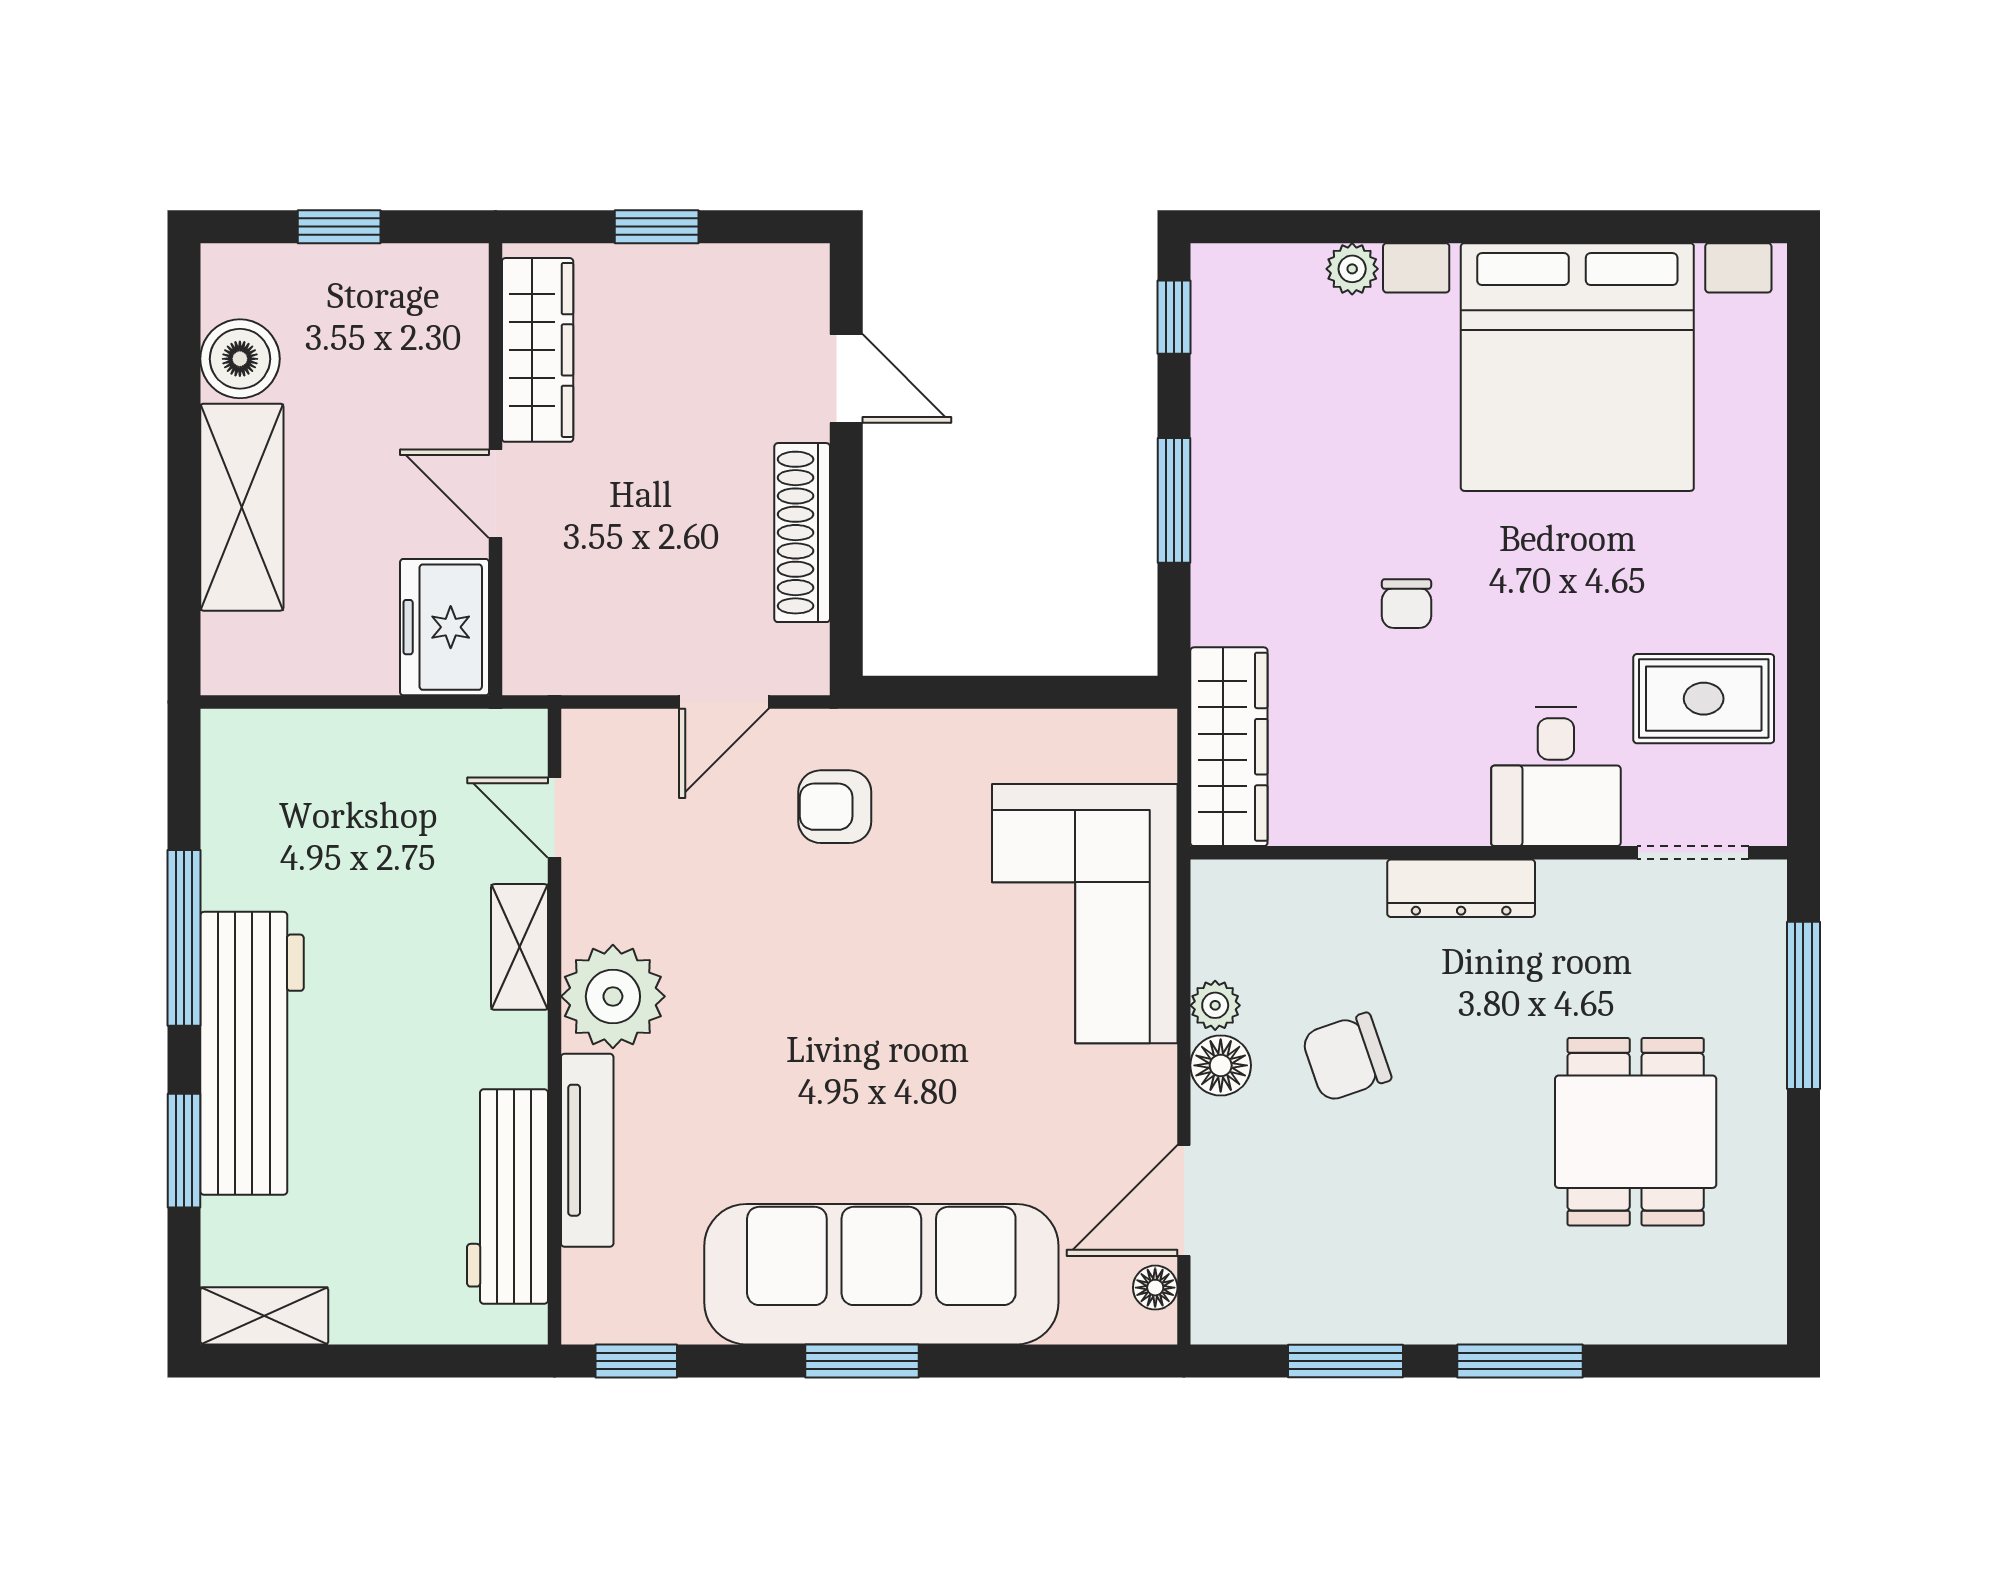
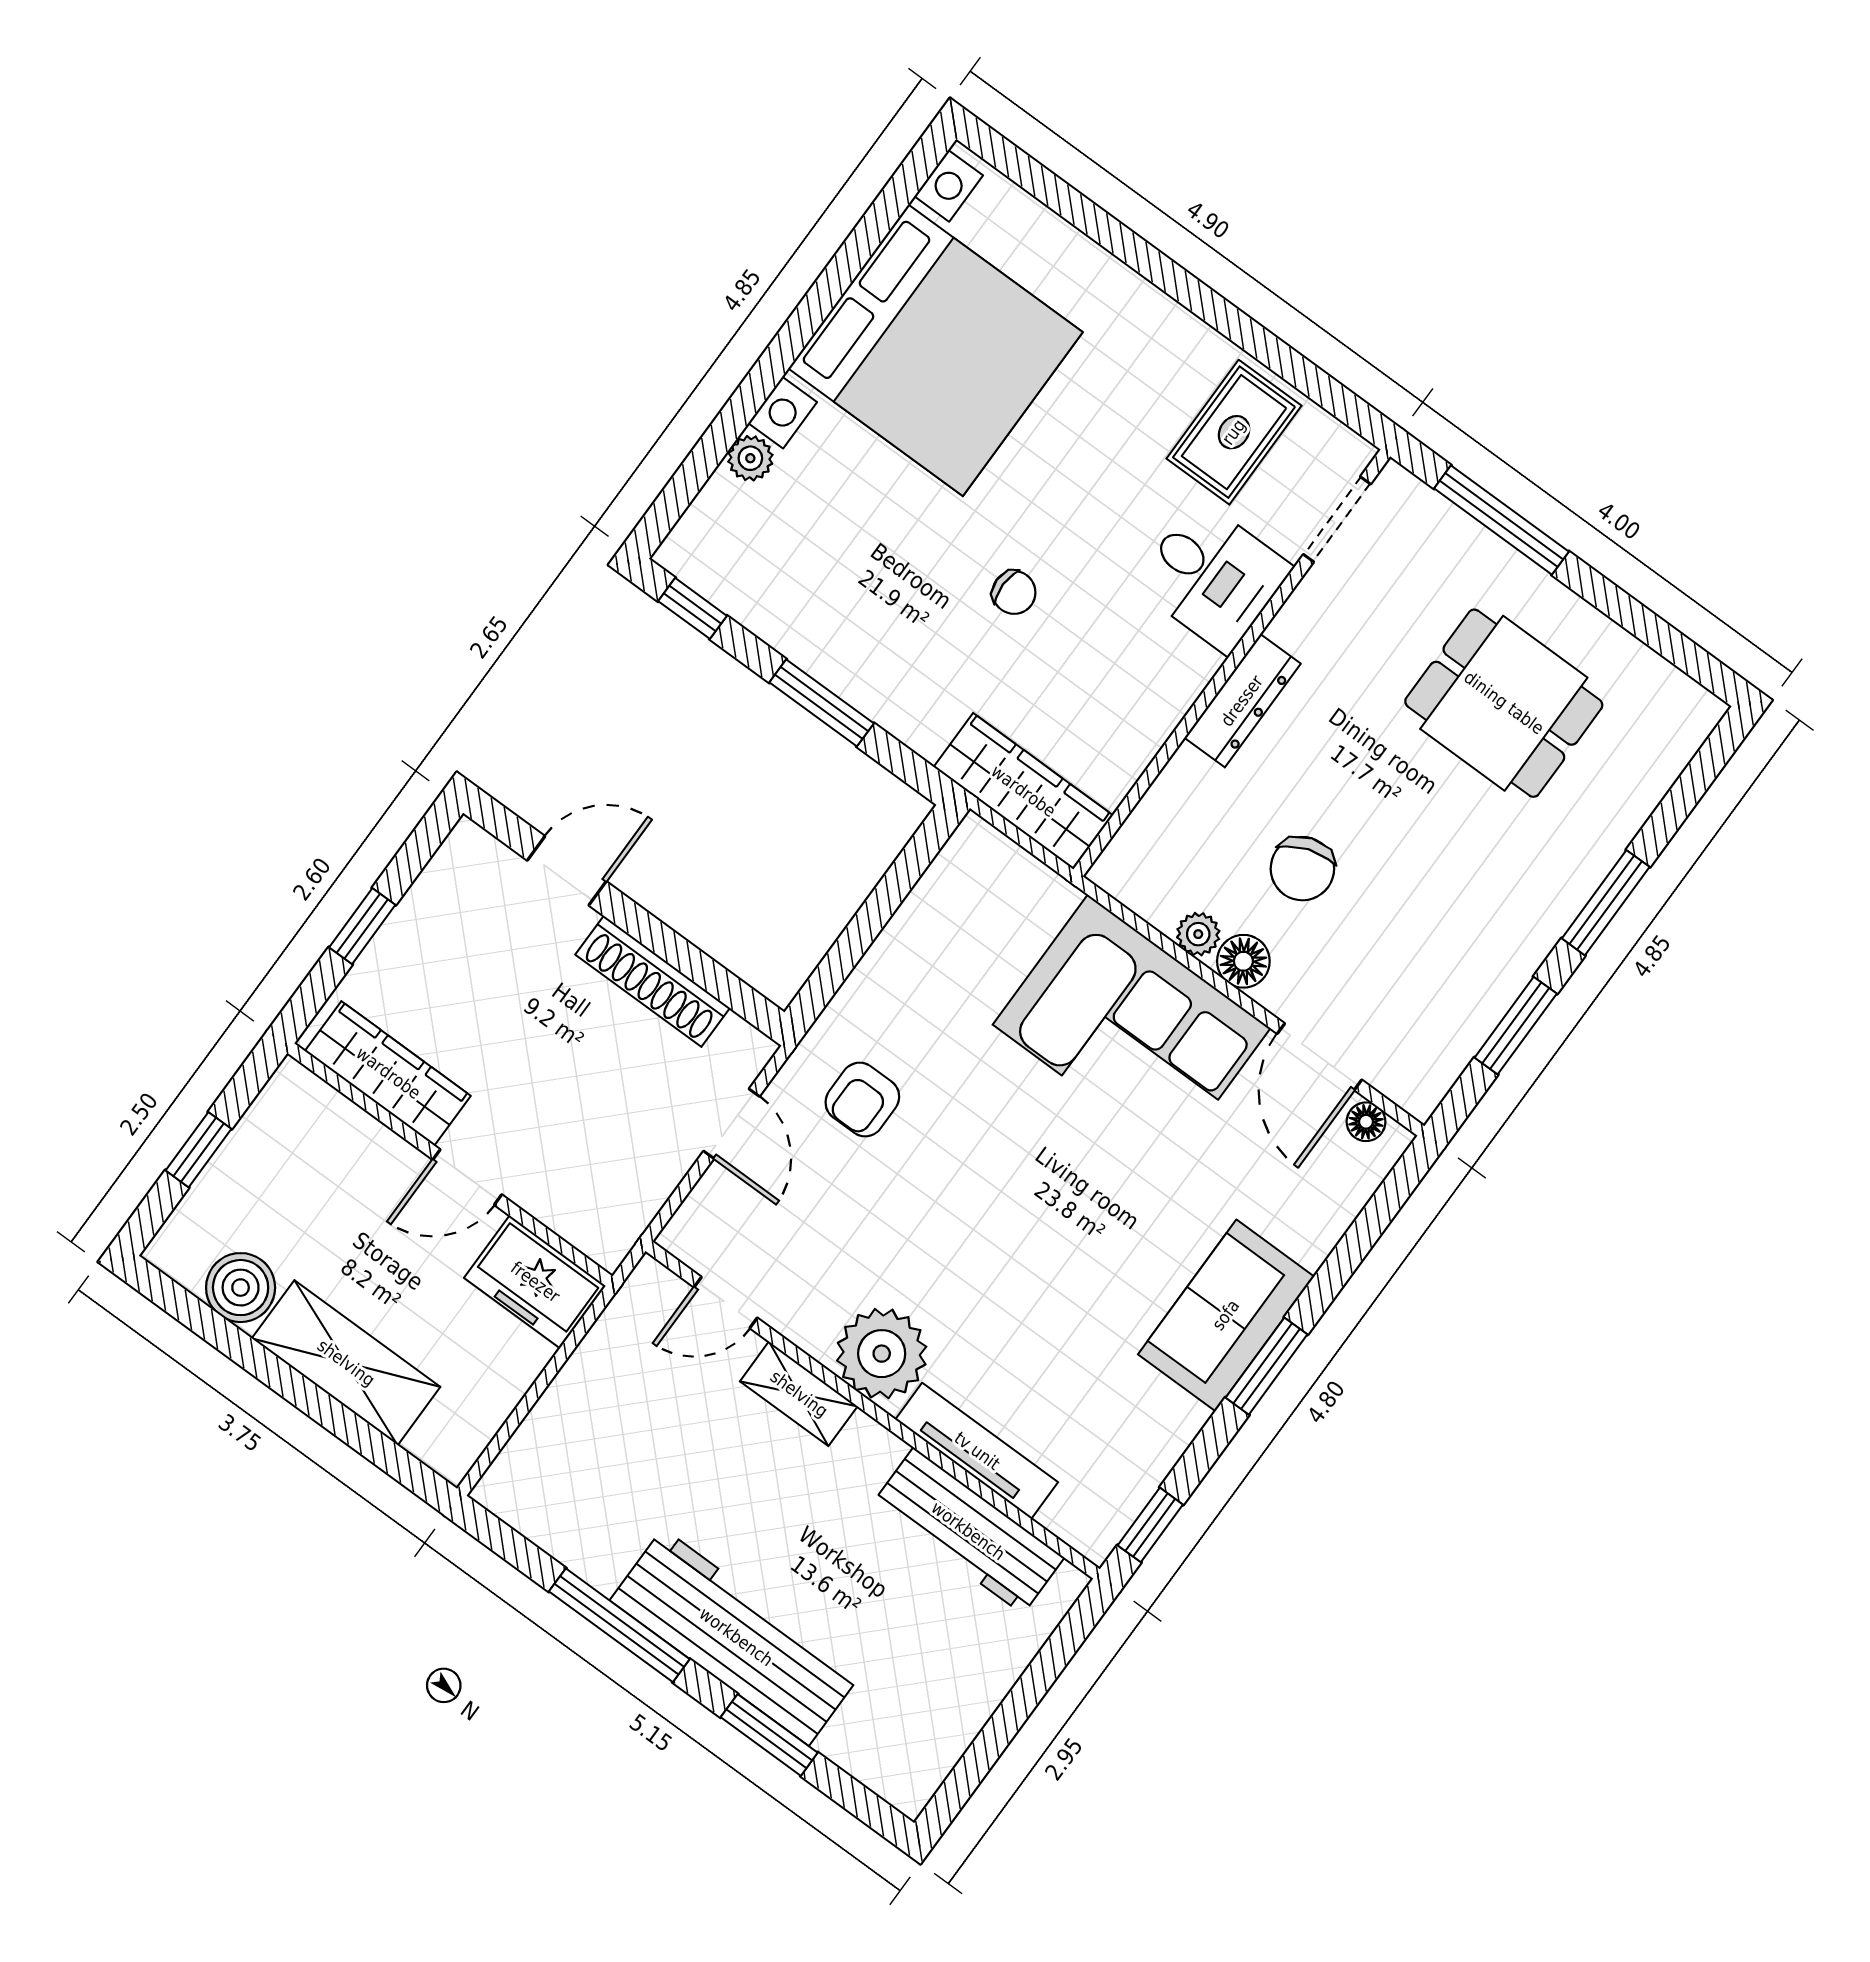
corner sofa: (1085, 914) -> (1132, 1026), moved
sofa: (881, 1274) -> (1226, 1315), width x0.54, depth x0.79
shelving: (264, 1316) -> (927, 1764), removed

